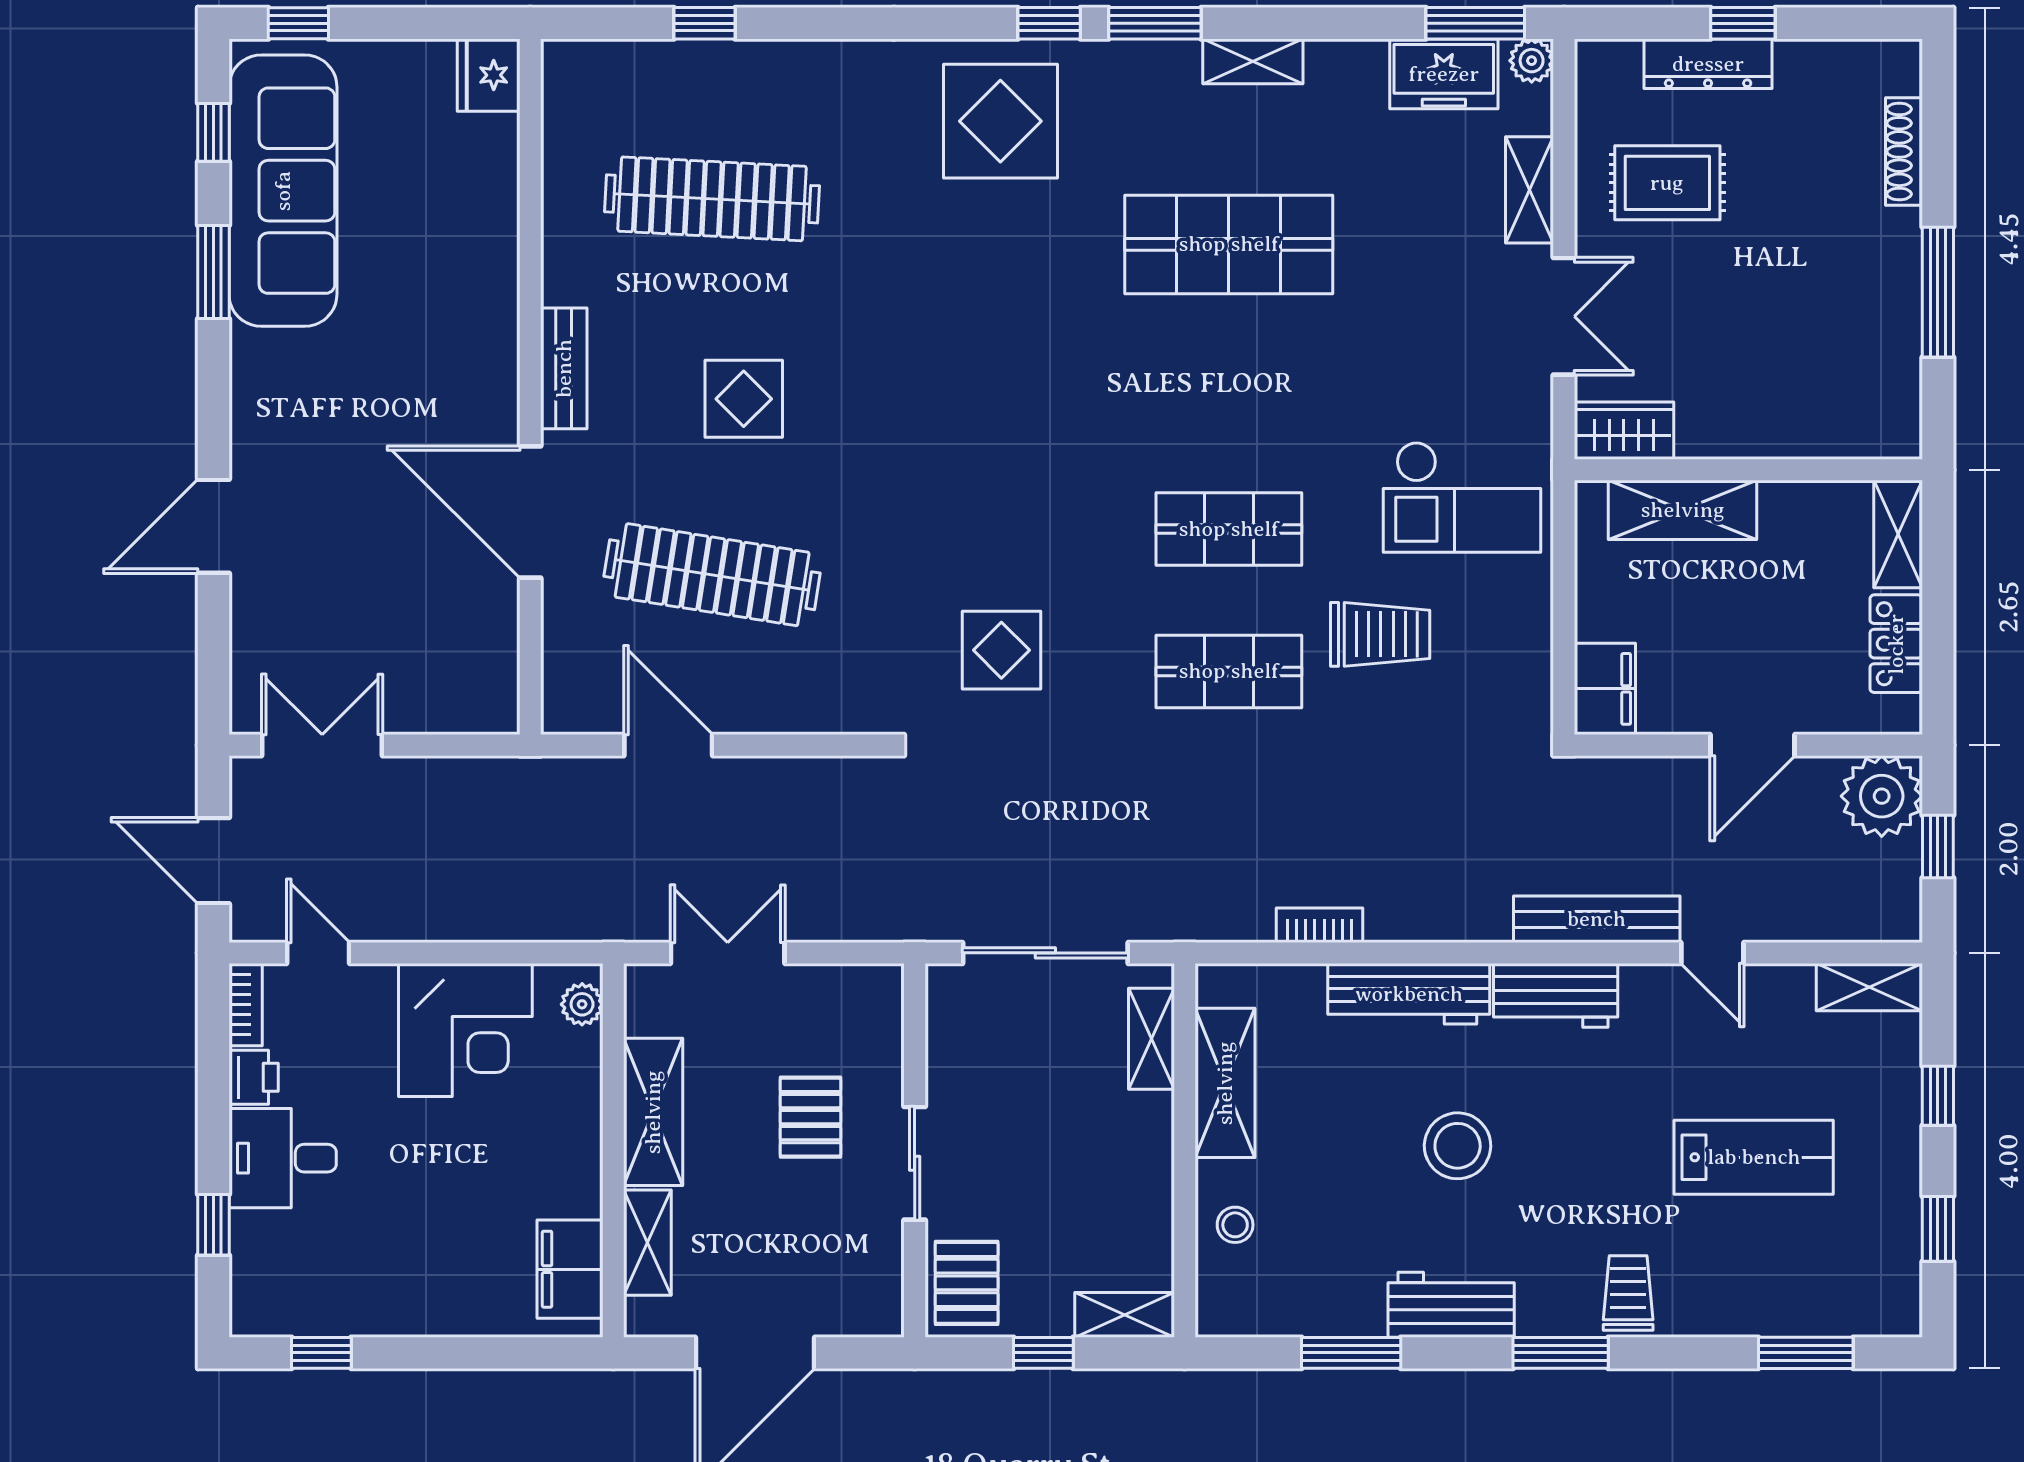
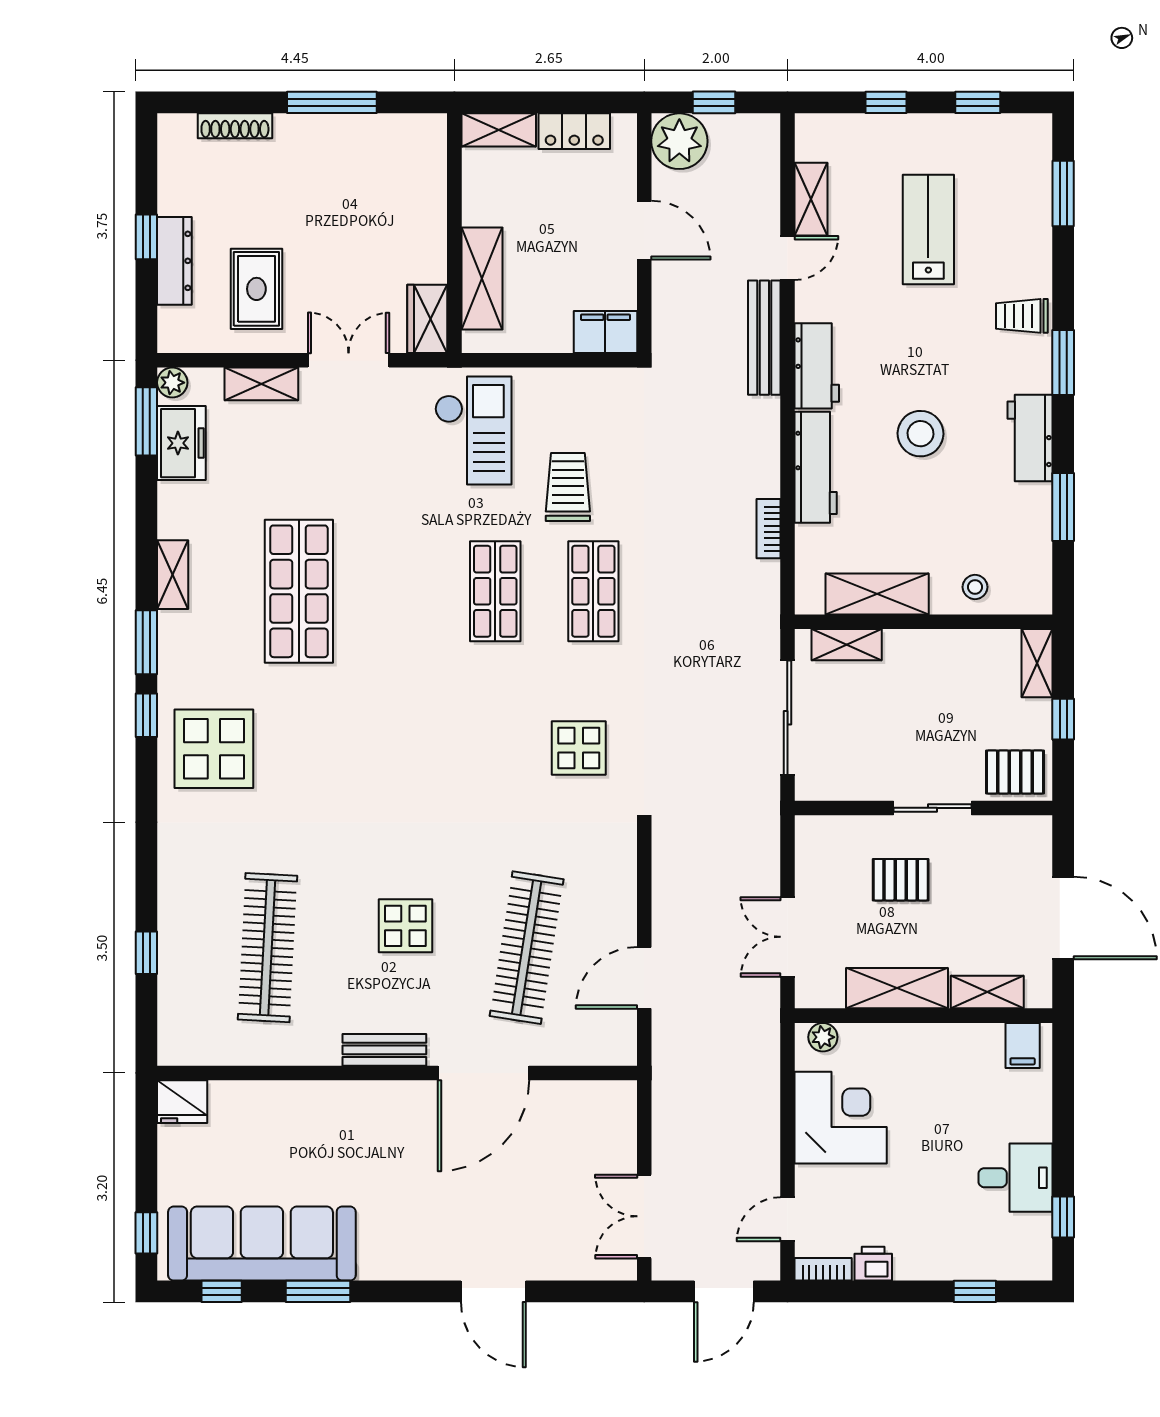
shelving: (1869, 987) -> (811, 199), moved
desk: (283, 1158) -> (1016, 1178), moved, turned -90
filing cabinet: (570, 1269) -> (1023, 1045), width x0.50

